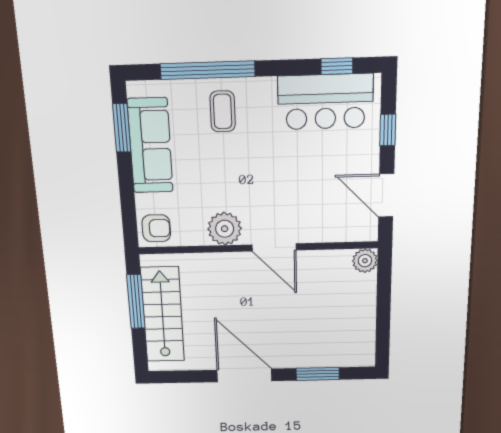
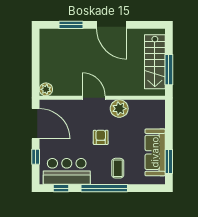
window: (208, 70) -> (104, 188), moved
door: (386, 196) -> (36, 124), width x1.36
armchair: (156, 228) -> (101, 137), moved, turned 90

